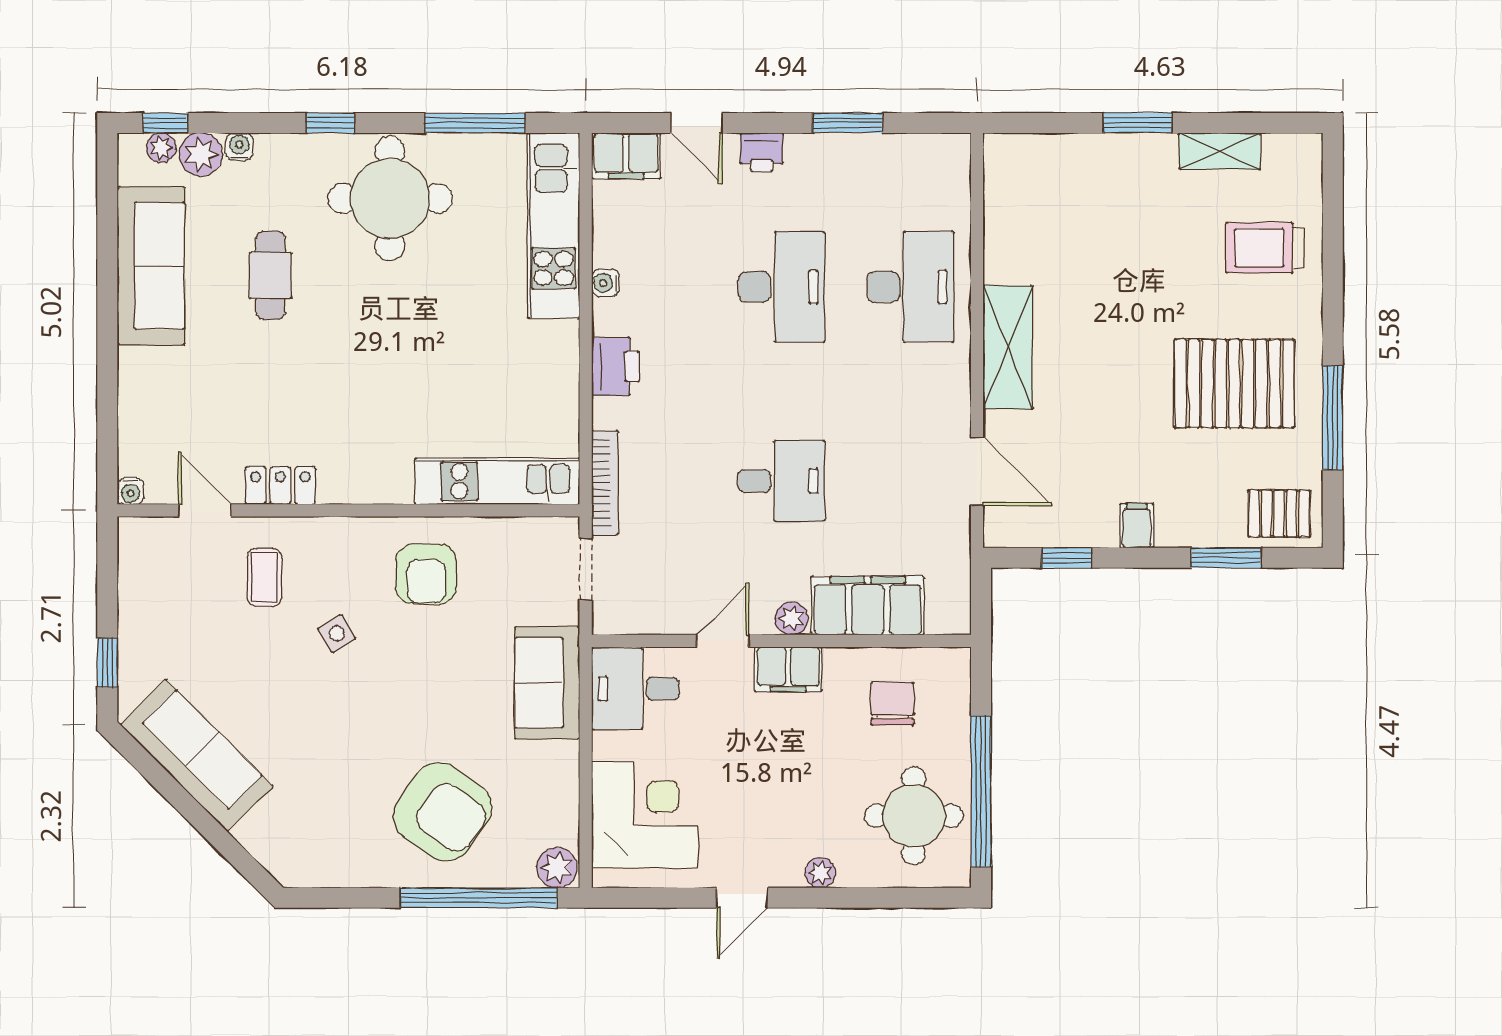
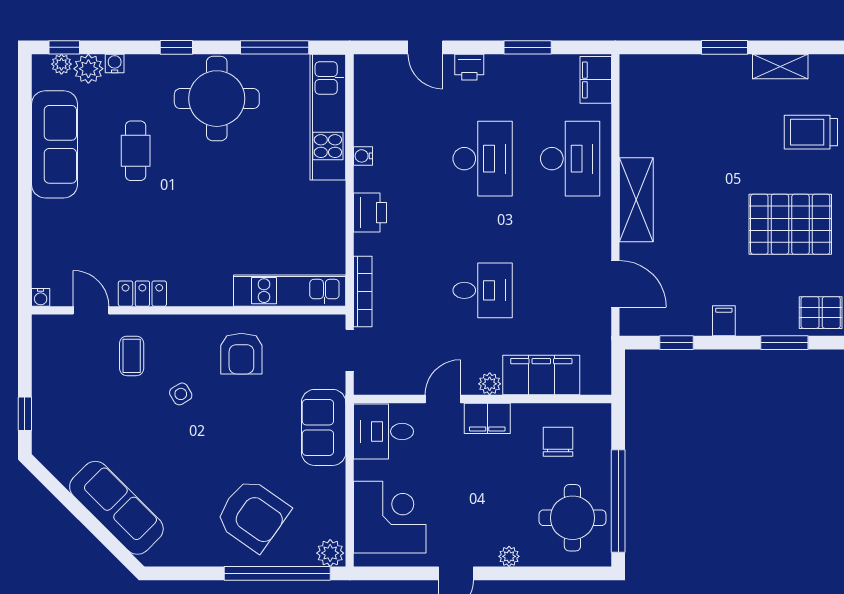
filing cabinet: (626, 156) -> (596, 80), moved, turned 90
sofa: (196, 755) -> (116, 508), moved

